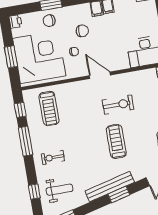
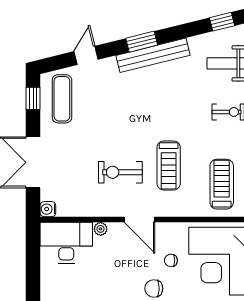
plant: (125, 65) -> (101, 229), added
treadmill: (116, 142) -> (169, 165), moved

